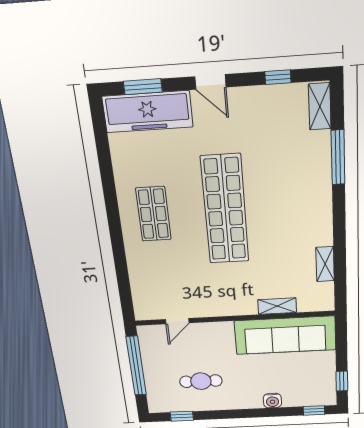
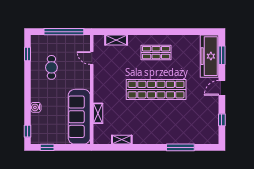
shelving: (320, 106) -> (116, 40), moved

